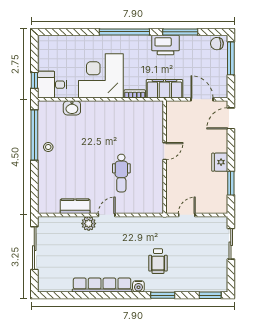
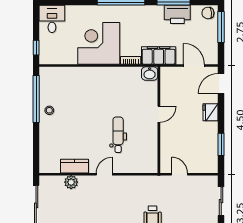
printer: (166, 45) -> (177, 14), moved
desk: (52, 85) -> (52, 19), moved, turned 90
washbasin: (72, 108) -> (150, 74), moved
fridge: (220, 162) -> (211, 112), moved
dental chair: (121, 173) -> (118, 135), turned 180
door: (187, 215) -> (180, 174), hinge flipped
plant: (89, 224) -> (71, 182), moved

